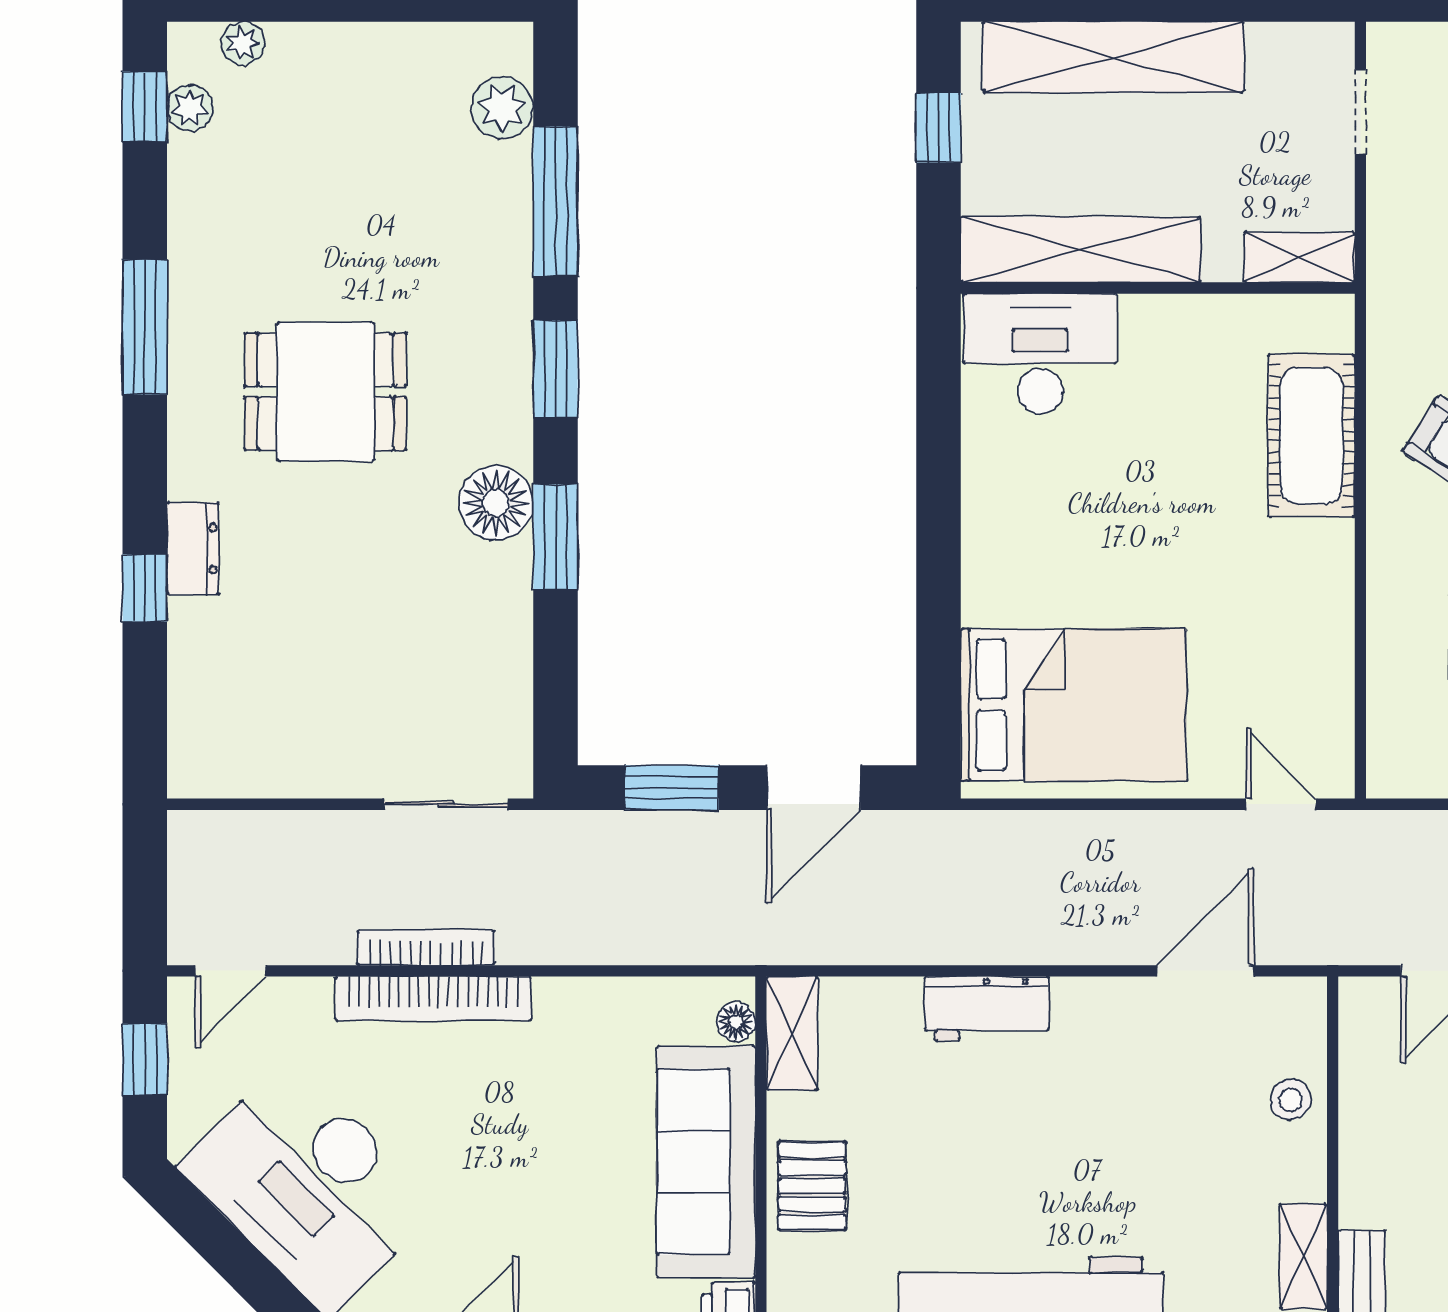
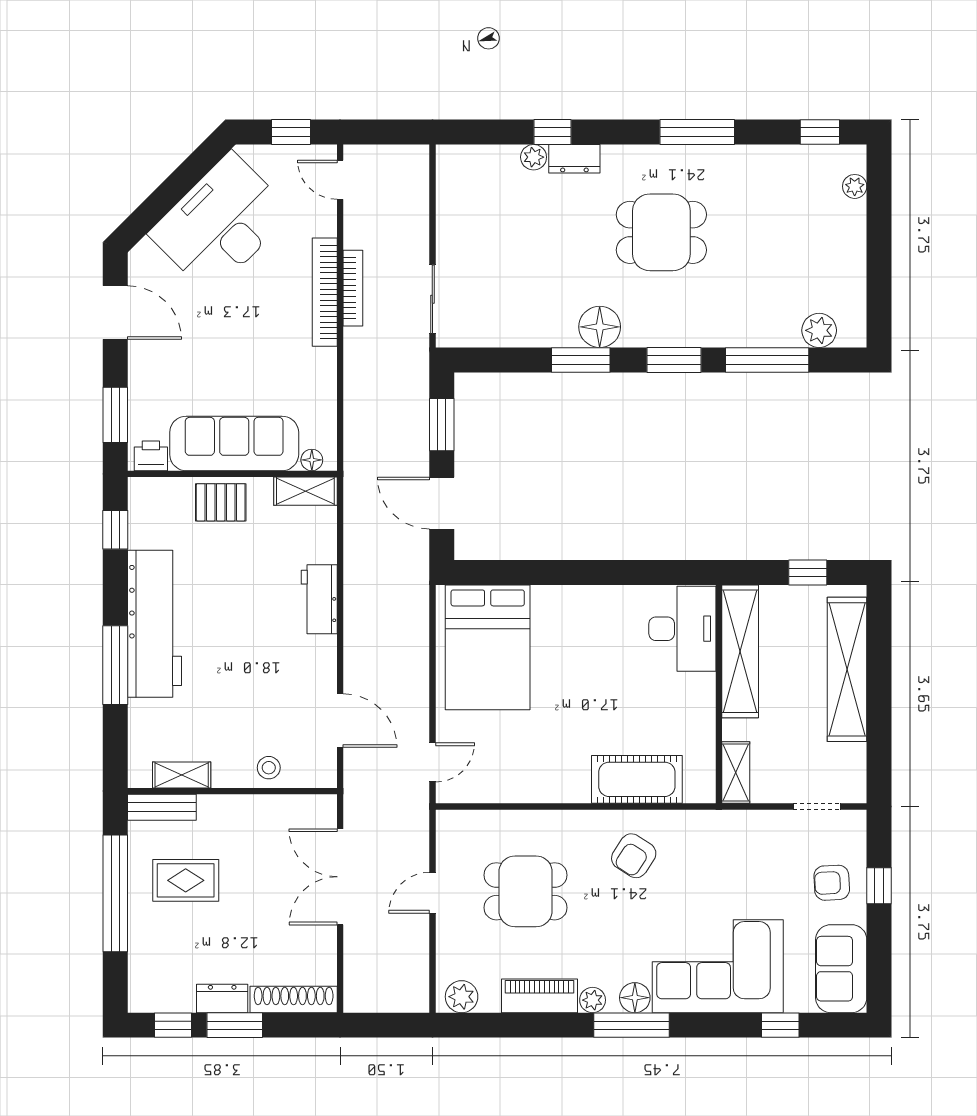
plant: (190, 108) -> (534, 157), moved
dining table: (325, 392) -> (661, 232), turned 90

